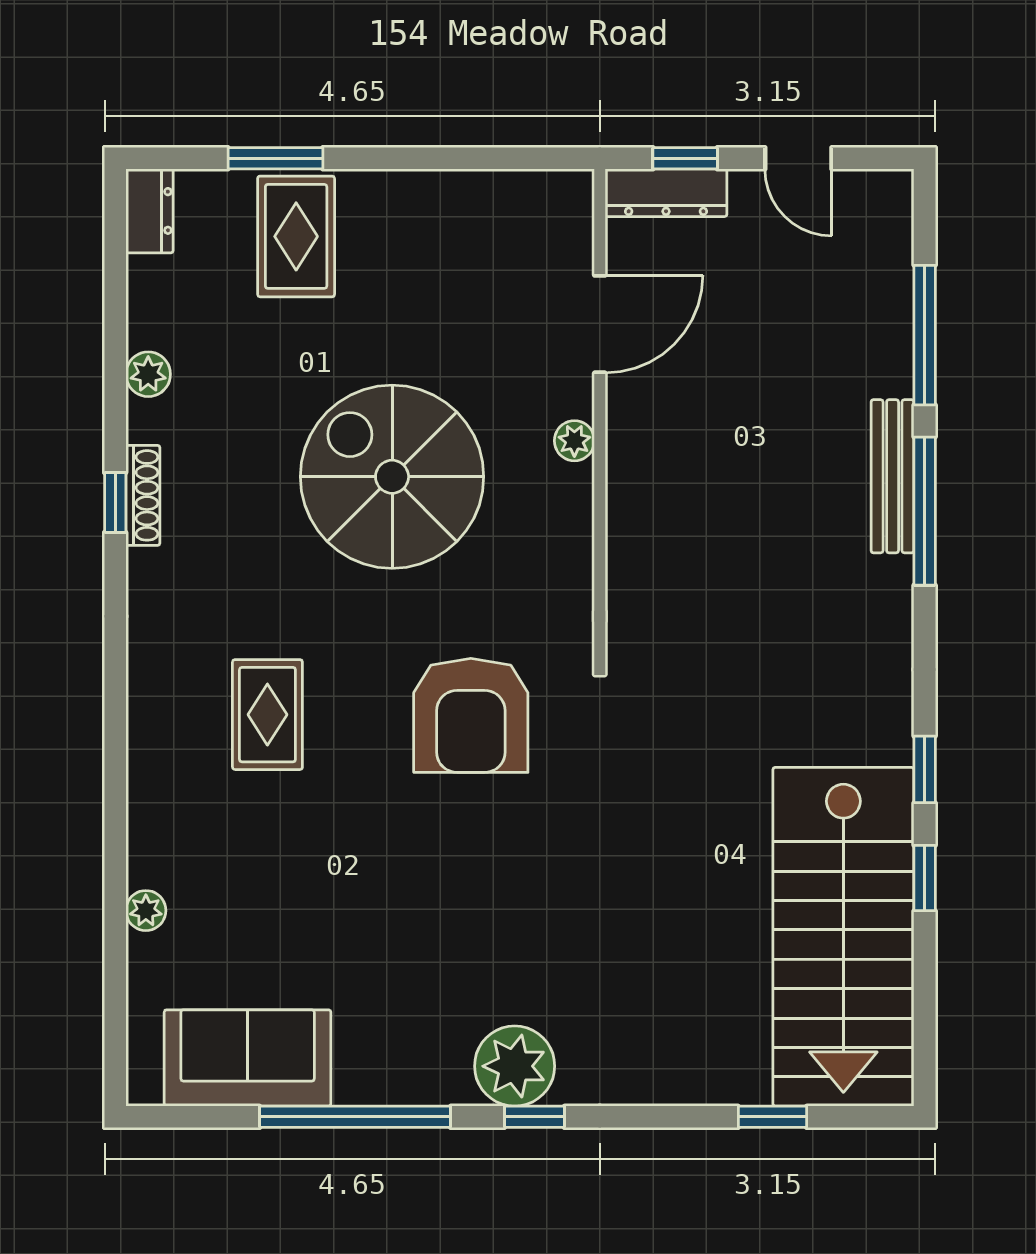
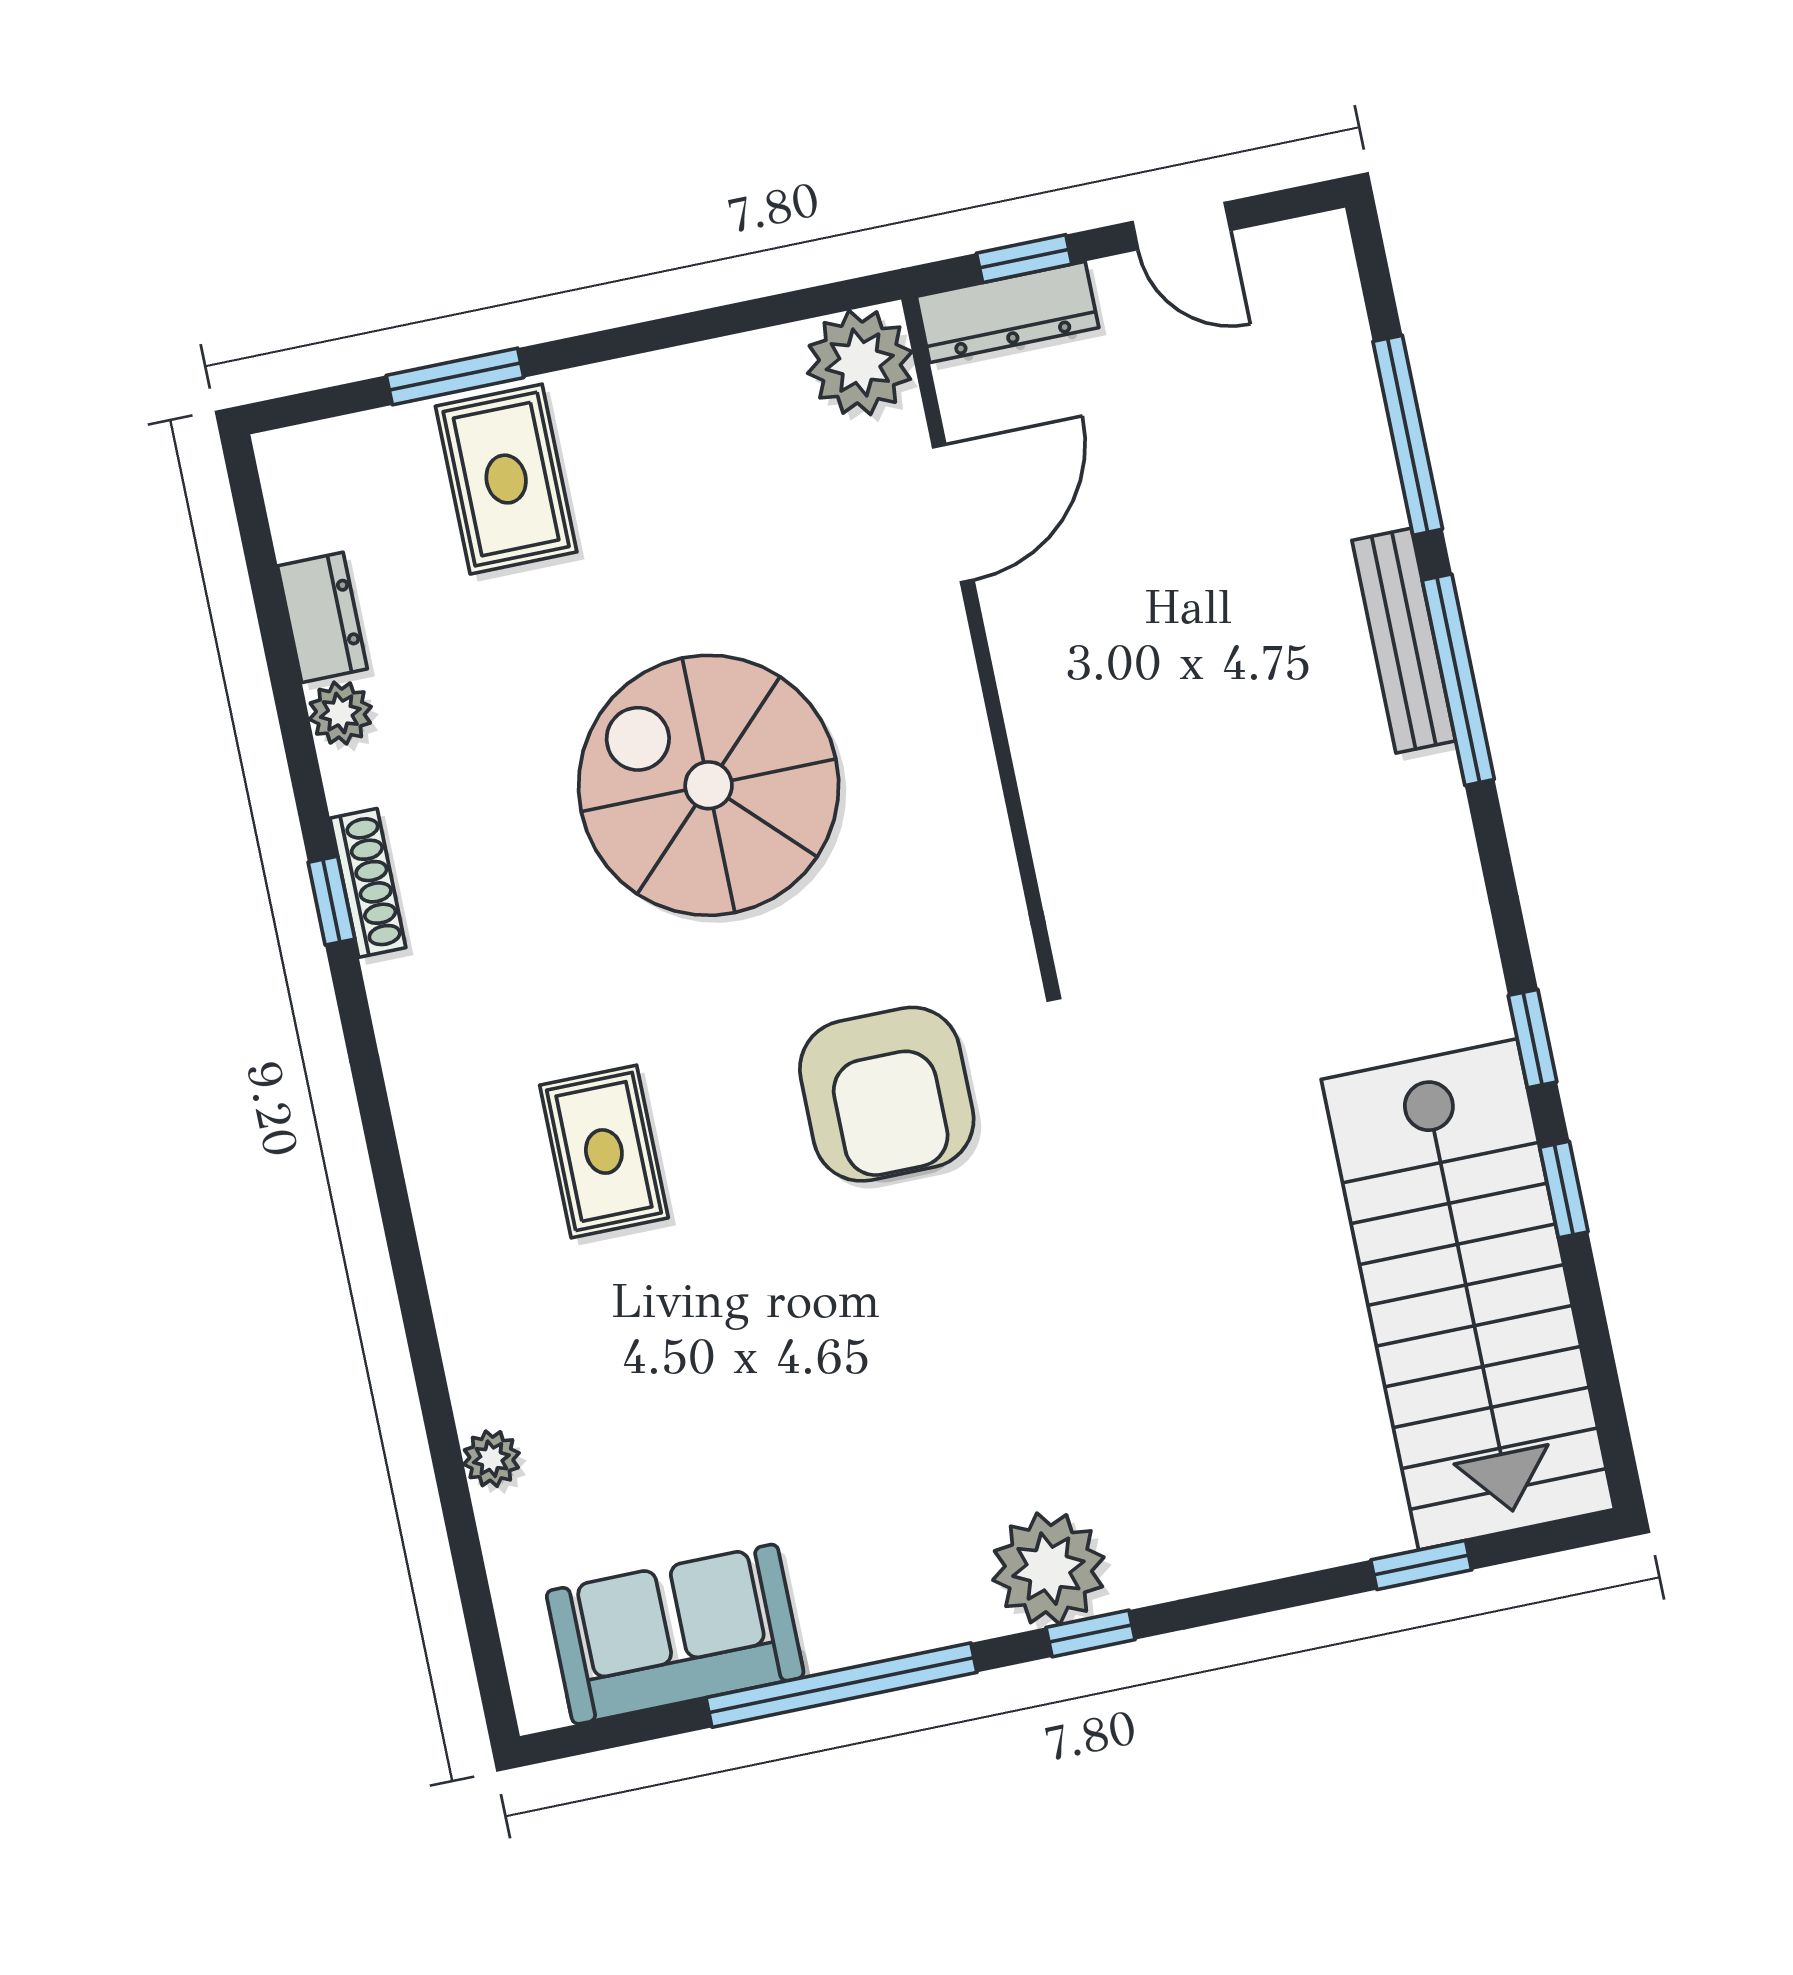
dresser: (149, 211) -> (322, 617), moved
plant: (574, 441) -> (860, 362), moved, width x1.88, depth x1.88

